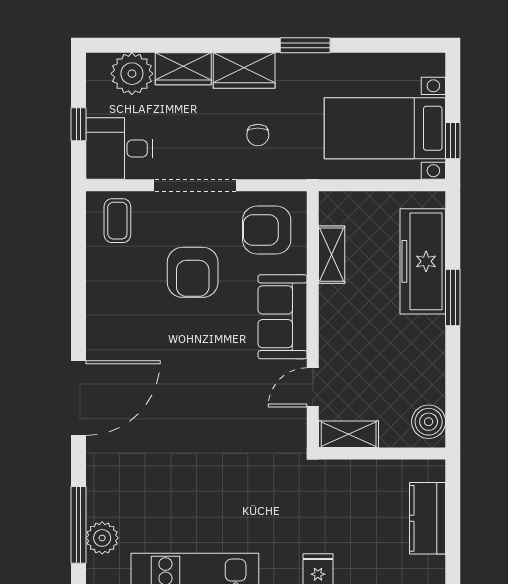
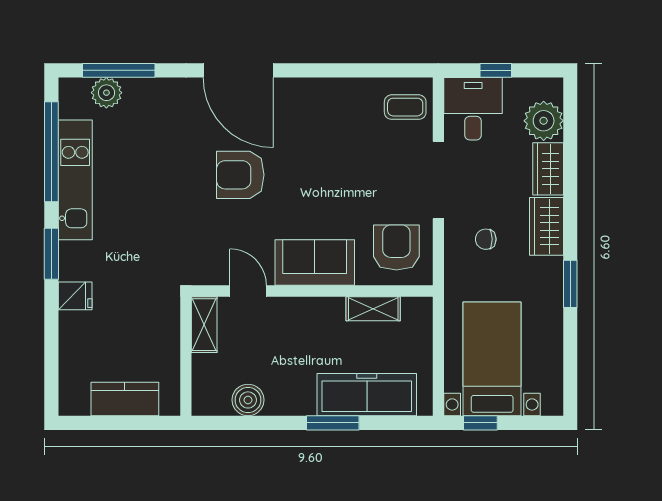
armchair: (193, 272) -> (240, 175), moved
boiler: (429, 422) -> (248, 400), moved

